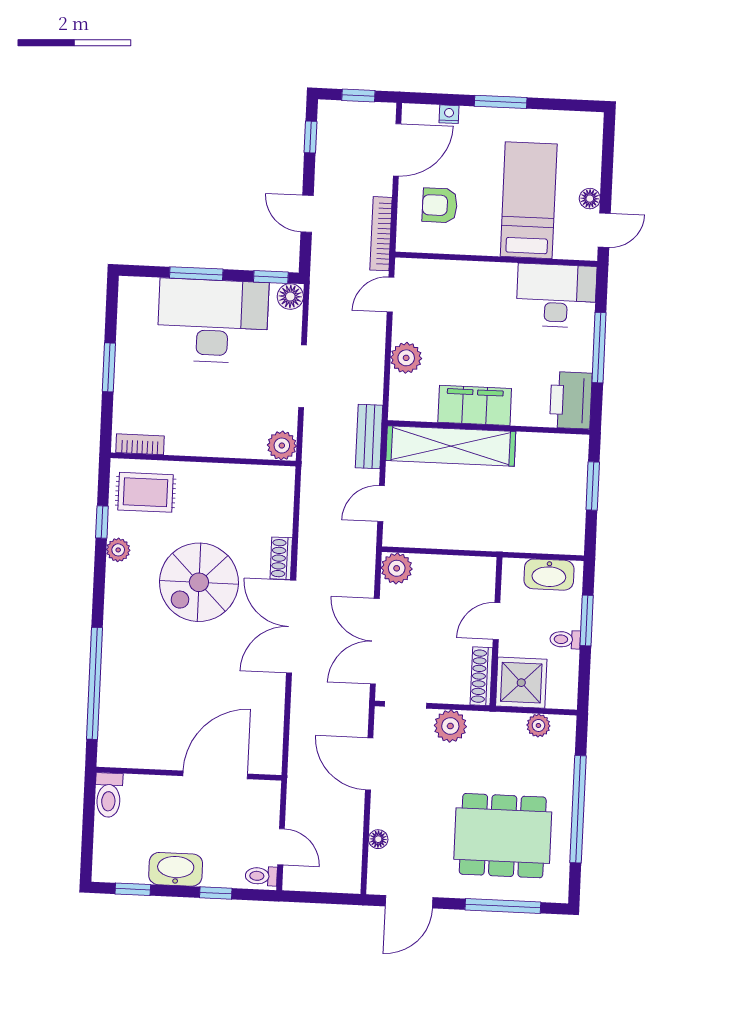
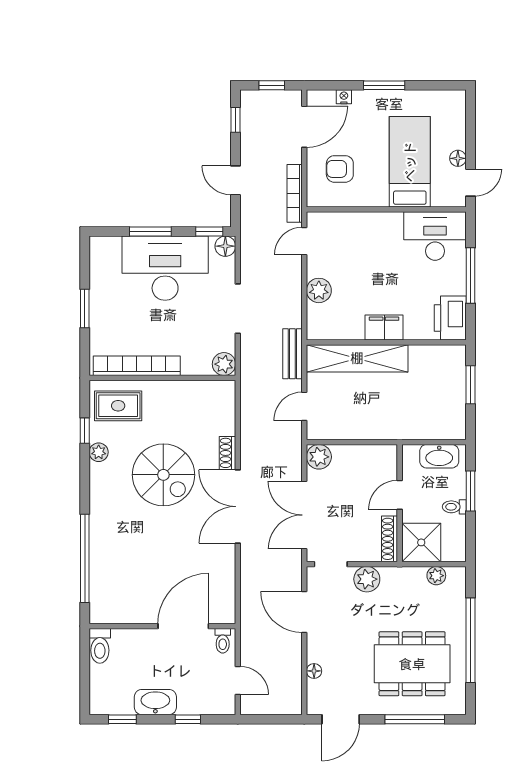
filing cabinet: (475, 405) -> (384, 328), width x0.67, depth x0.86
bookcase: (140, 444) -> (137, 366), width x2.31, depth x1.31
spiral stairs: (199, 582) -> (163, 475), turned -90
toilet: (261, 876) -> (223, 641), moved, turned -90

